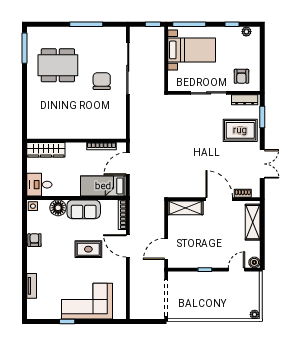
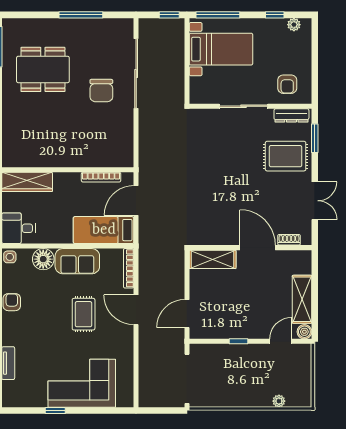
chair: (102, 81) -> (101, 91), turned 180
shelving: (253, 222) -> (302, 299), moved
rug: (88, 249) -> (84, 314), turned 90
plant: (255, 314) -> (279, 401), moved

